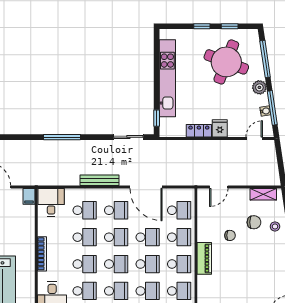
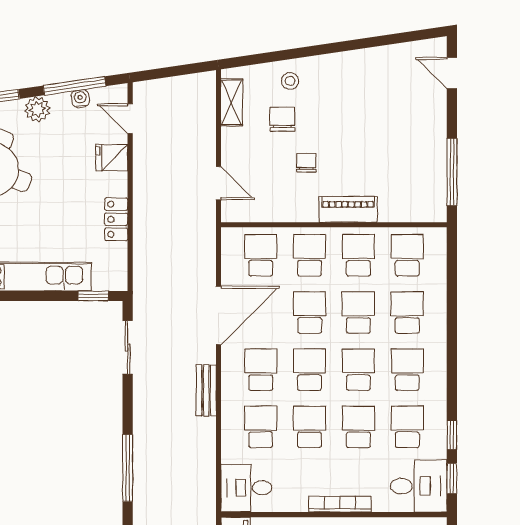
fridge: (220, 128) -> (112, 158), moved
bench: (99, 180) -> (206, 391), width x0.73

